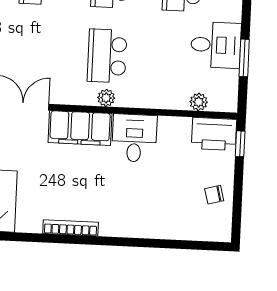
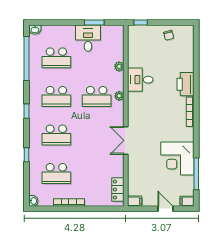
plant: (199, 102) -> (119, 66), moved
filing cabinet: (80, 128) -> (136, 109), removed
printer: (214, 134) -> (185, 84), moved, turned 180

